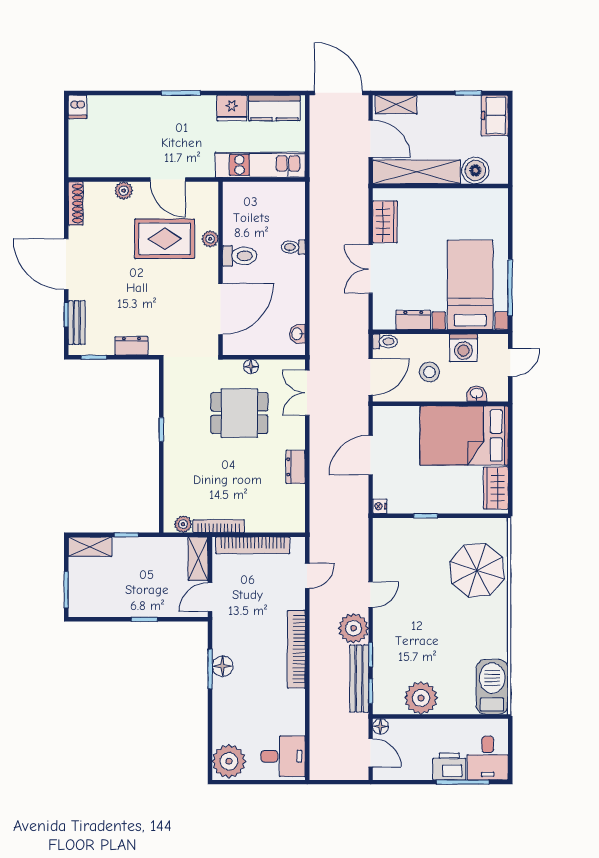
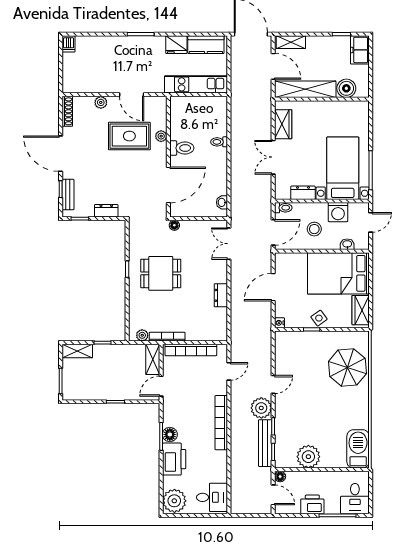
floor lamp: (251, 367) -> (174, 225), moved
dining table: (239, 413) -> (161, 273), moved
side table: (436, 500) -> (319, 318), added
printer: (229, 701) -> (174, 459), added
printer: (449, 766) -> (312, 504), moved

